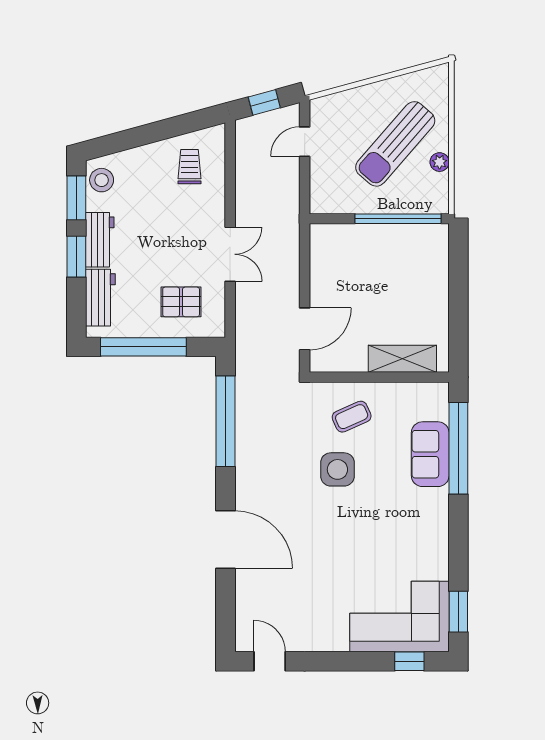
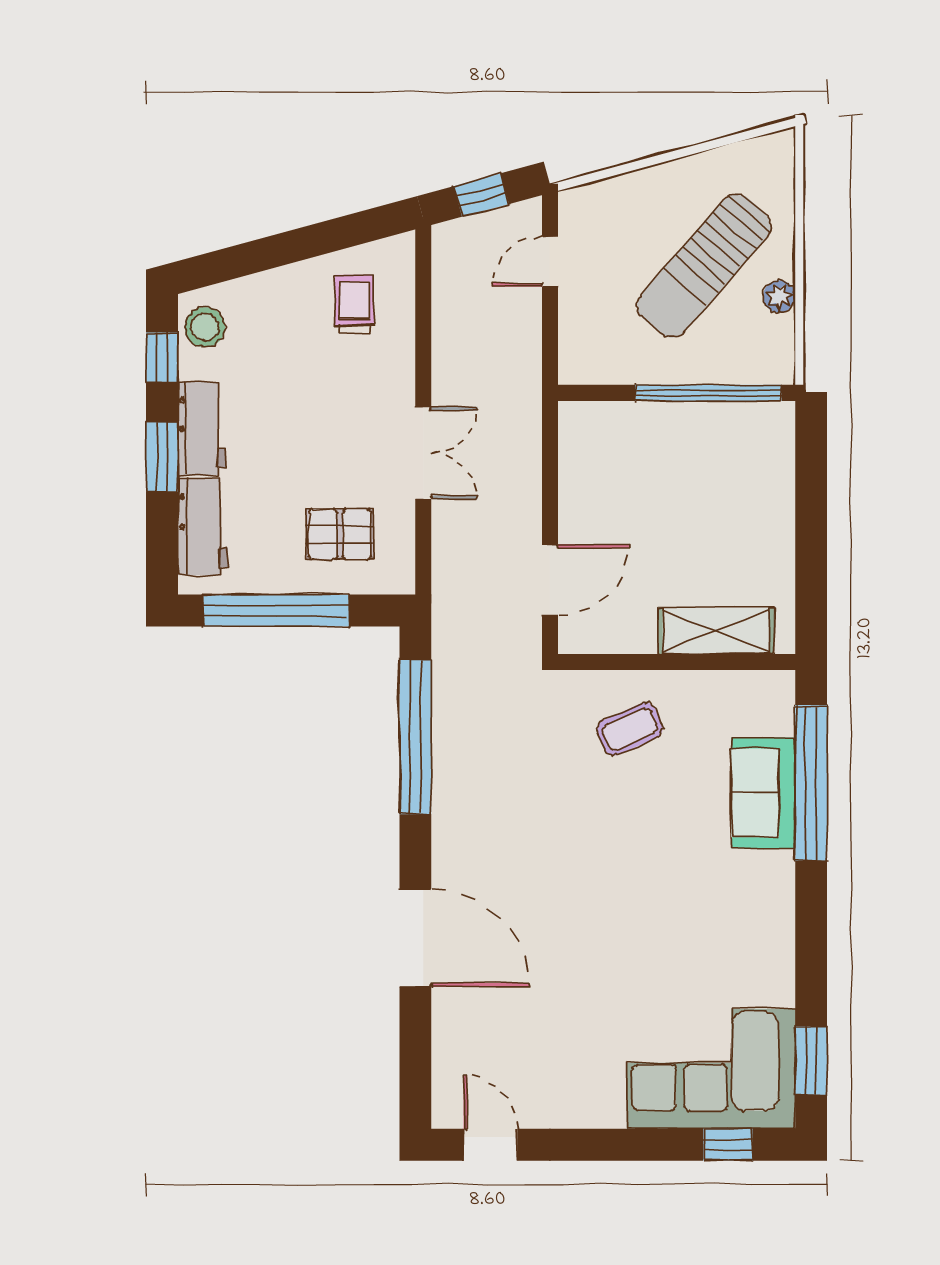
window: (76, 198) -> (162, 358), width x0.67
side table: (337, 469) -> (606, 819), removed

